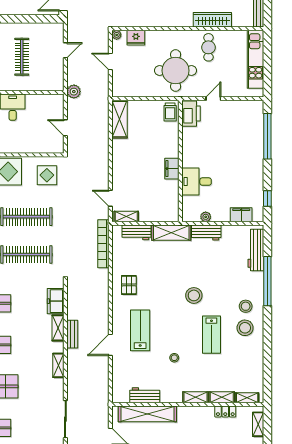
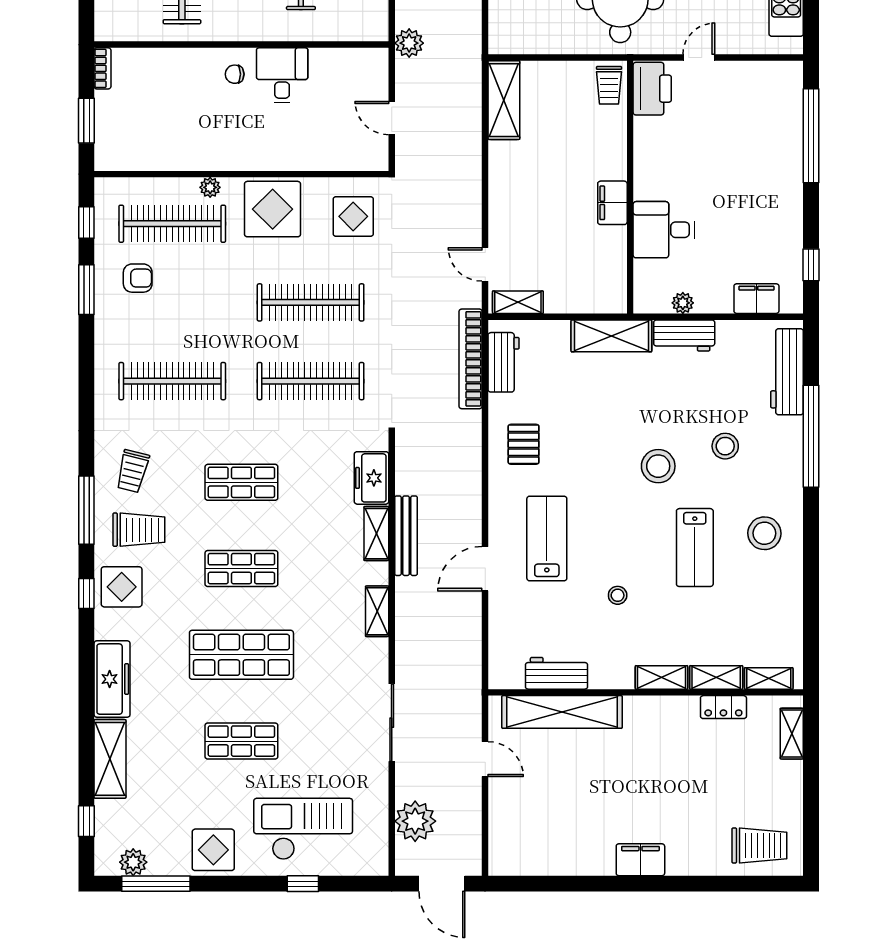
workbench: (137, 232) -> (504, 362), moved, turned -90
stool: (246, 306) -> (725, 446), moved
bench: (72, 334) -> (406, 536), width x1.36

